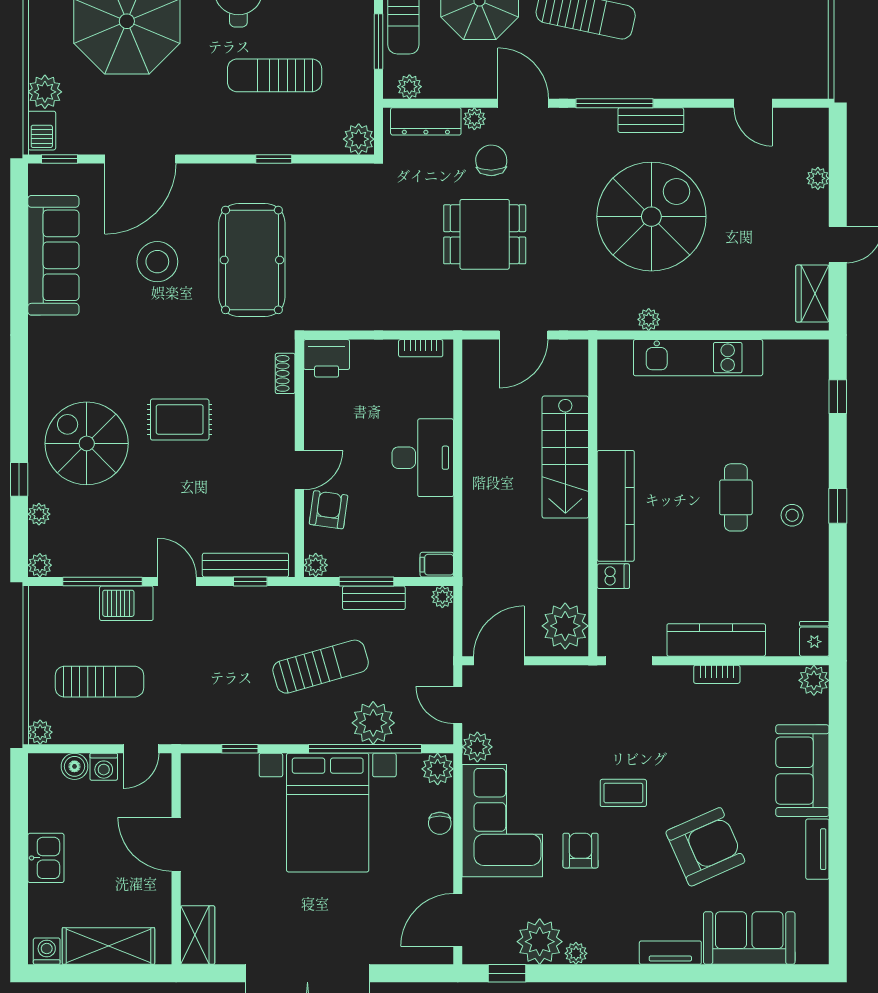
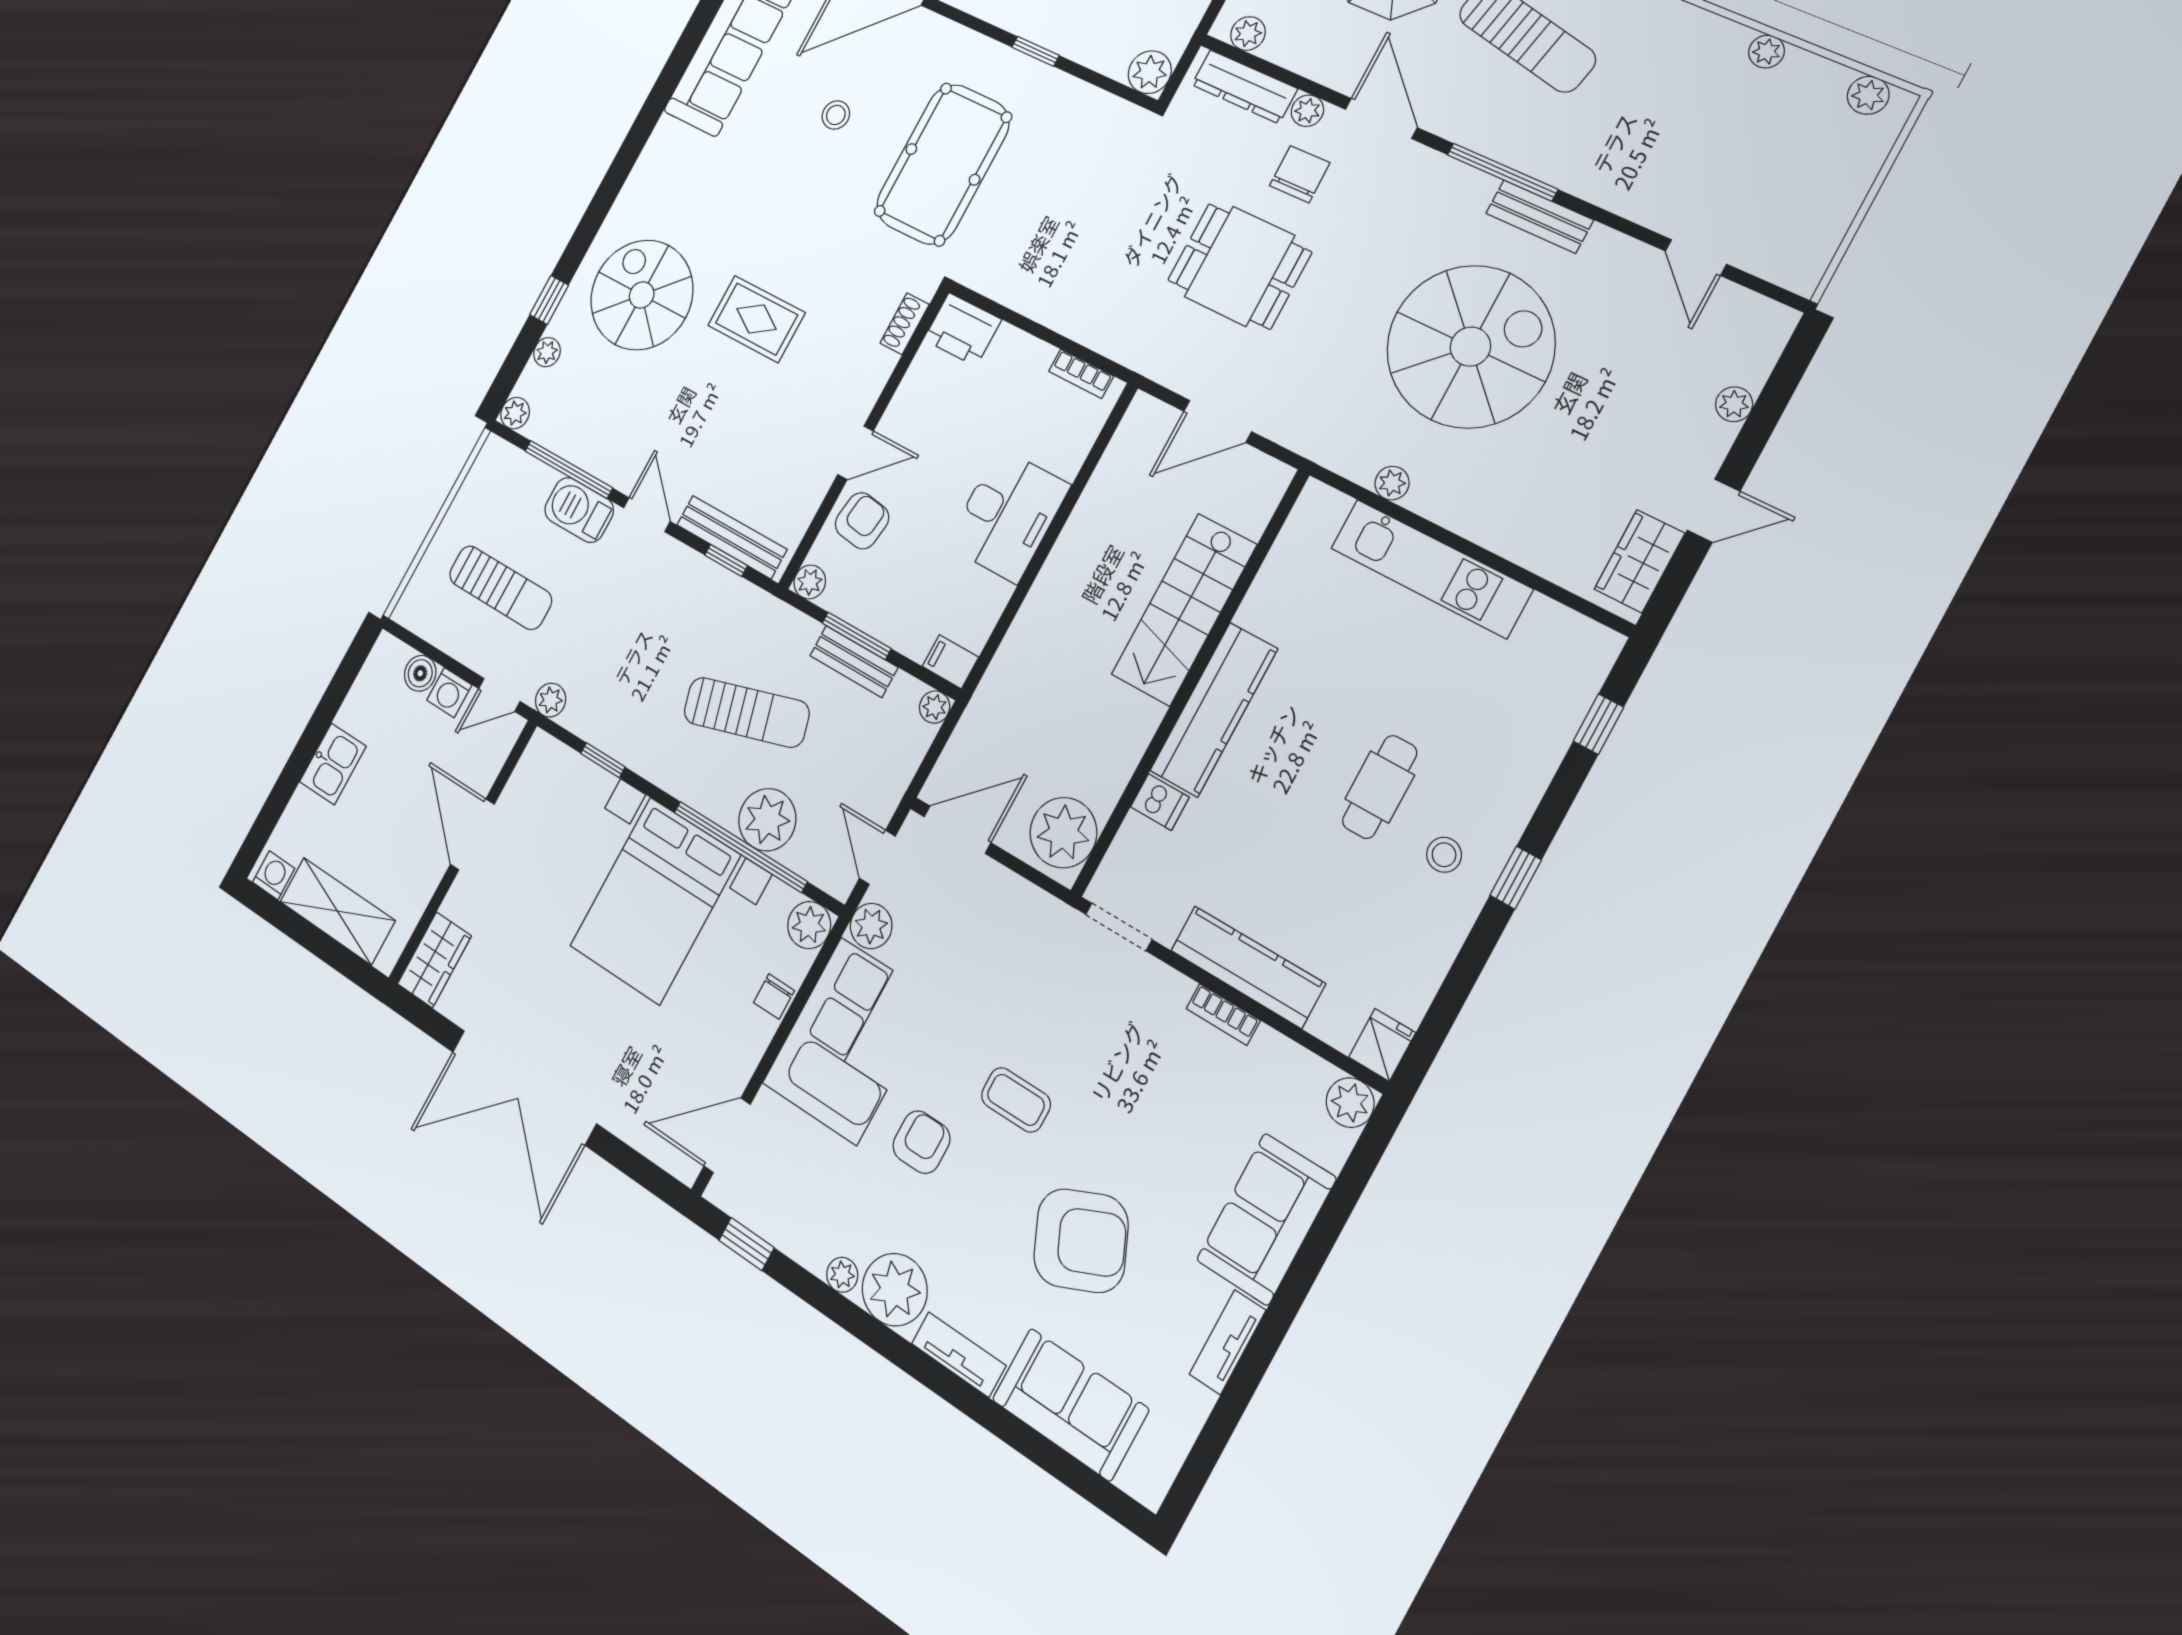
stool: (157, 262) -> (836, 115), width x0.53, depth x0.53
plant: (40, 732) -> (551, 700), moved
plant: (540, 942) -> (895, 1290), moved

